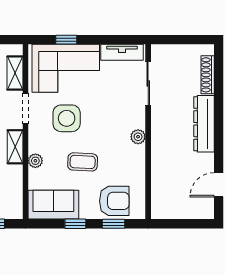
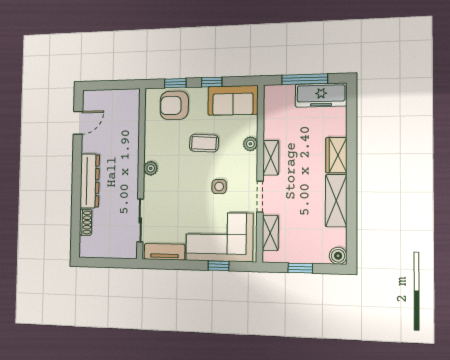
shoe rack: (208, 75) -> (86, 222), width x0.70
side table: (67, 118) -> (219, 187), width x0.54, depth x0.54

